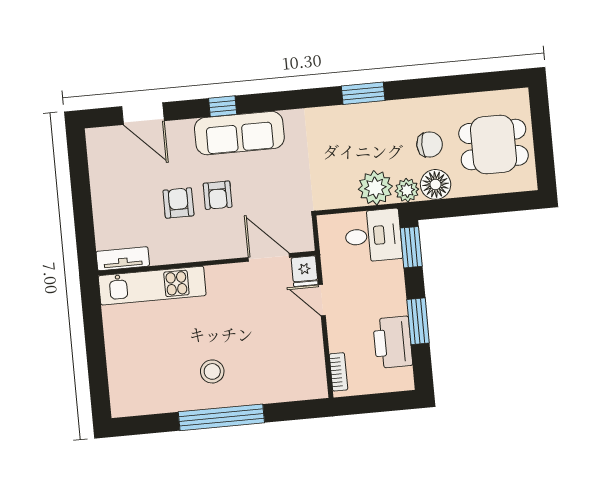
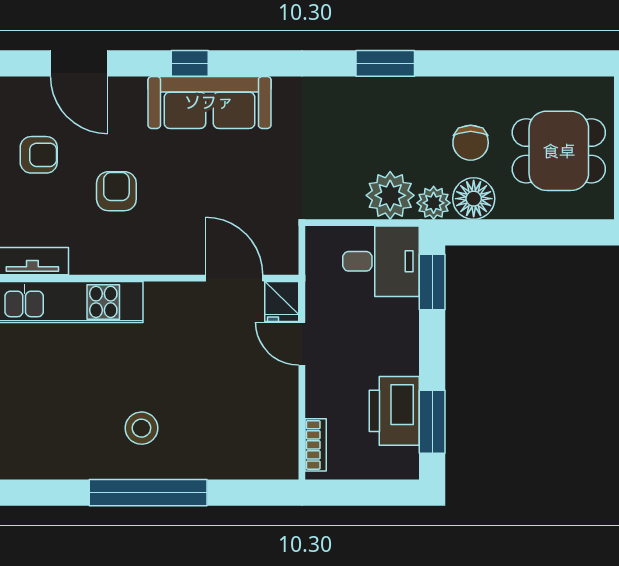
chair: (430, 144) -> (471, 143), turned 90
armchair: (218, 195) -> (39, 155), moved, turned -90
window: (418, 321) -> (432, 422), moved

